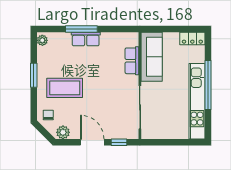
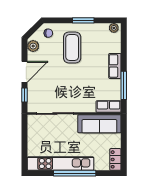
window: (81, 29) -> (124, 85), moved
row of seats: (132, 61) -> (109, 106), moved

